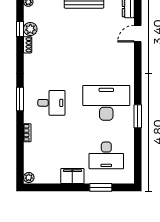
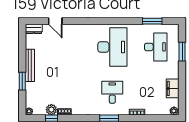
desk: (106, 103) -> (112, 47), turned 180
window: (138, 116) -> (152, 21), moved
filing cabinet: (72, 176) -> (173, 88), moved

